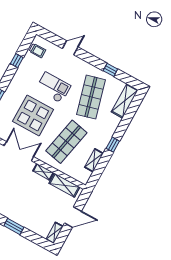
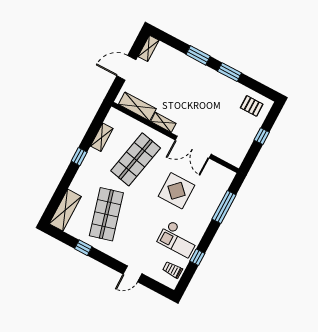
checkout: (53, 88) -> (178, 239), moved
display table: (33, 115) -> (177, 191), width x0.73, depth x0.73

